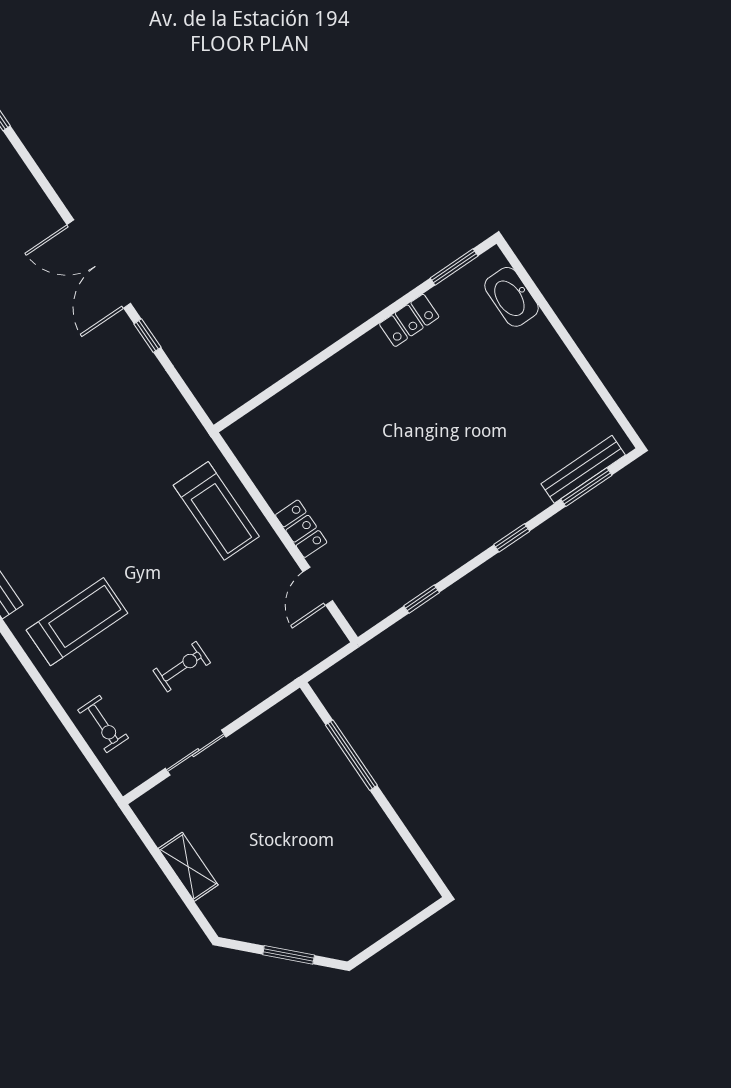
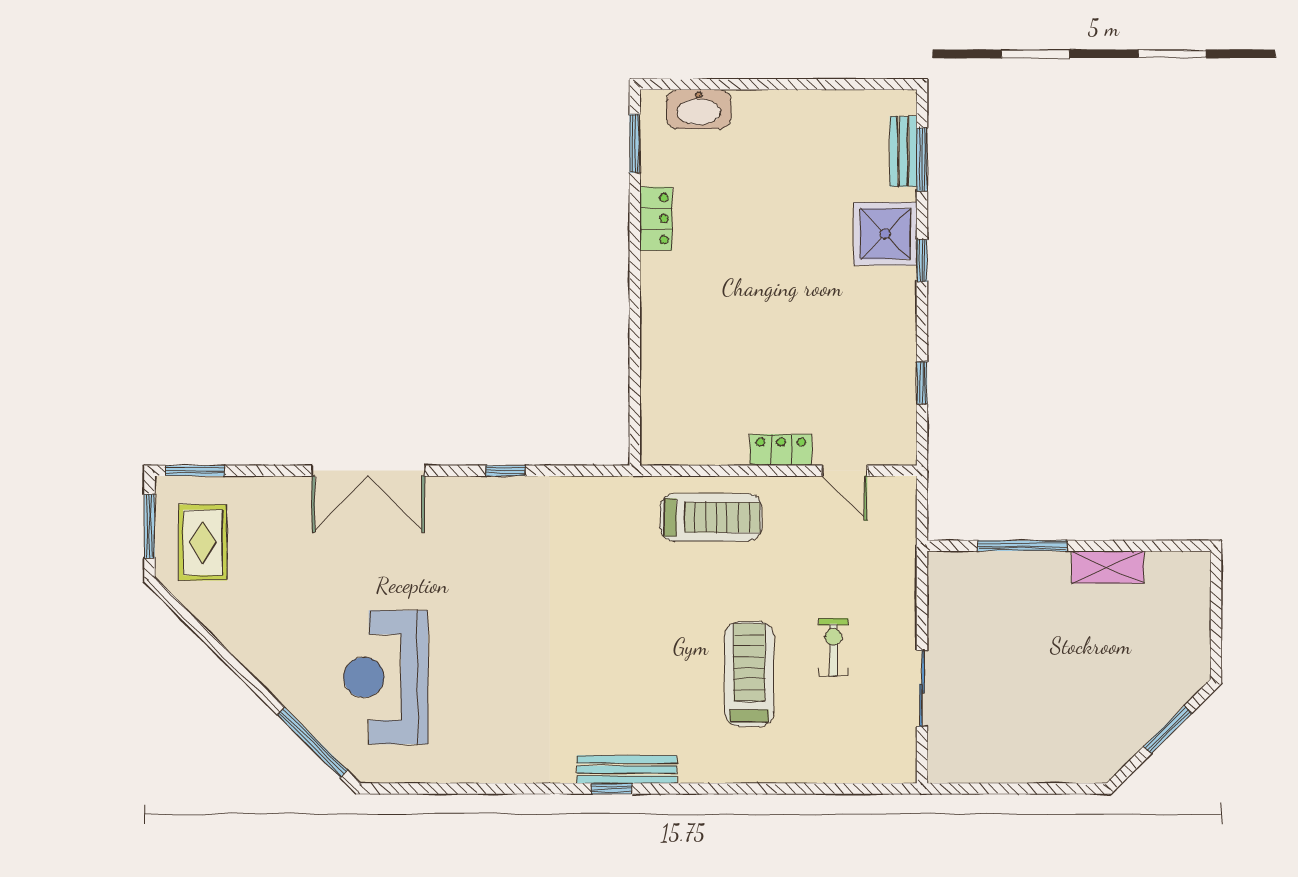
double door: (99, 264) -> (368, 471), moved
bench: (583, 469) -> (903, 151), width x0.73
shower: (513, 497) -> (885, 234), added
treadmill: (77, 622) -> (749, 674), moved
exercise bike: (103, 724) -> (837, 756), removed
shelving: (188, 867) -> (1108, 567), moved

